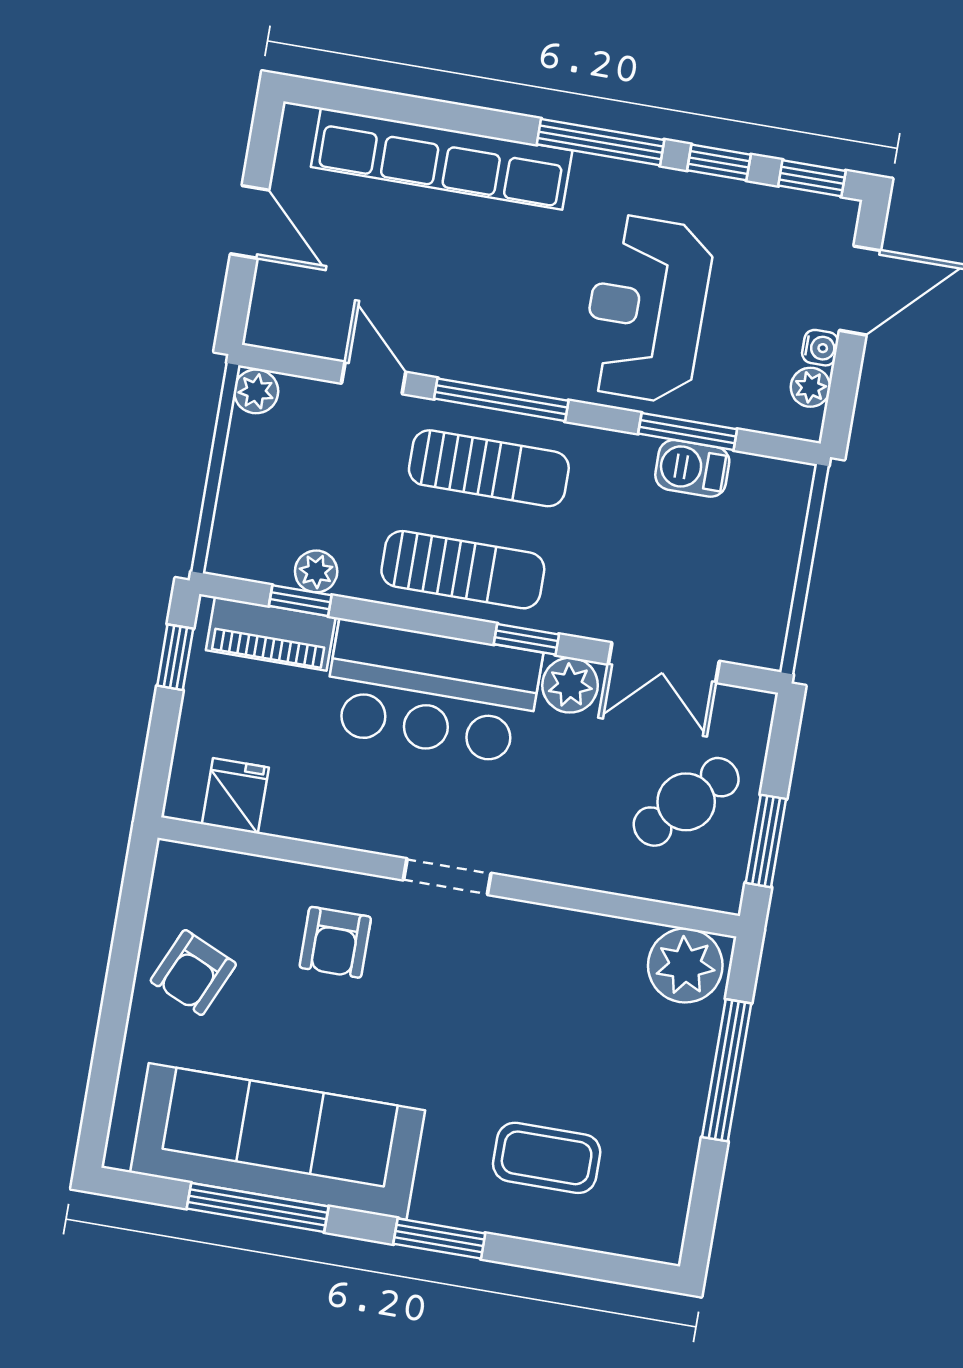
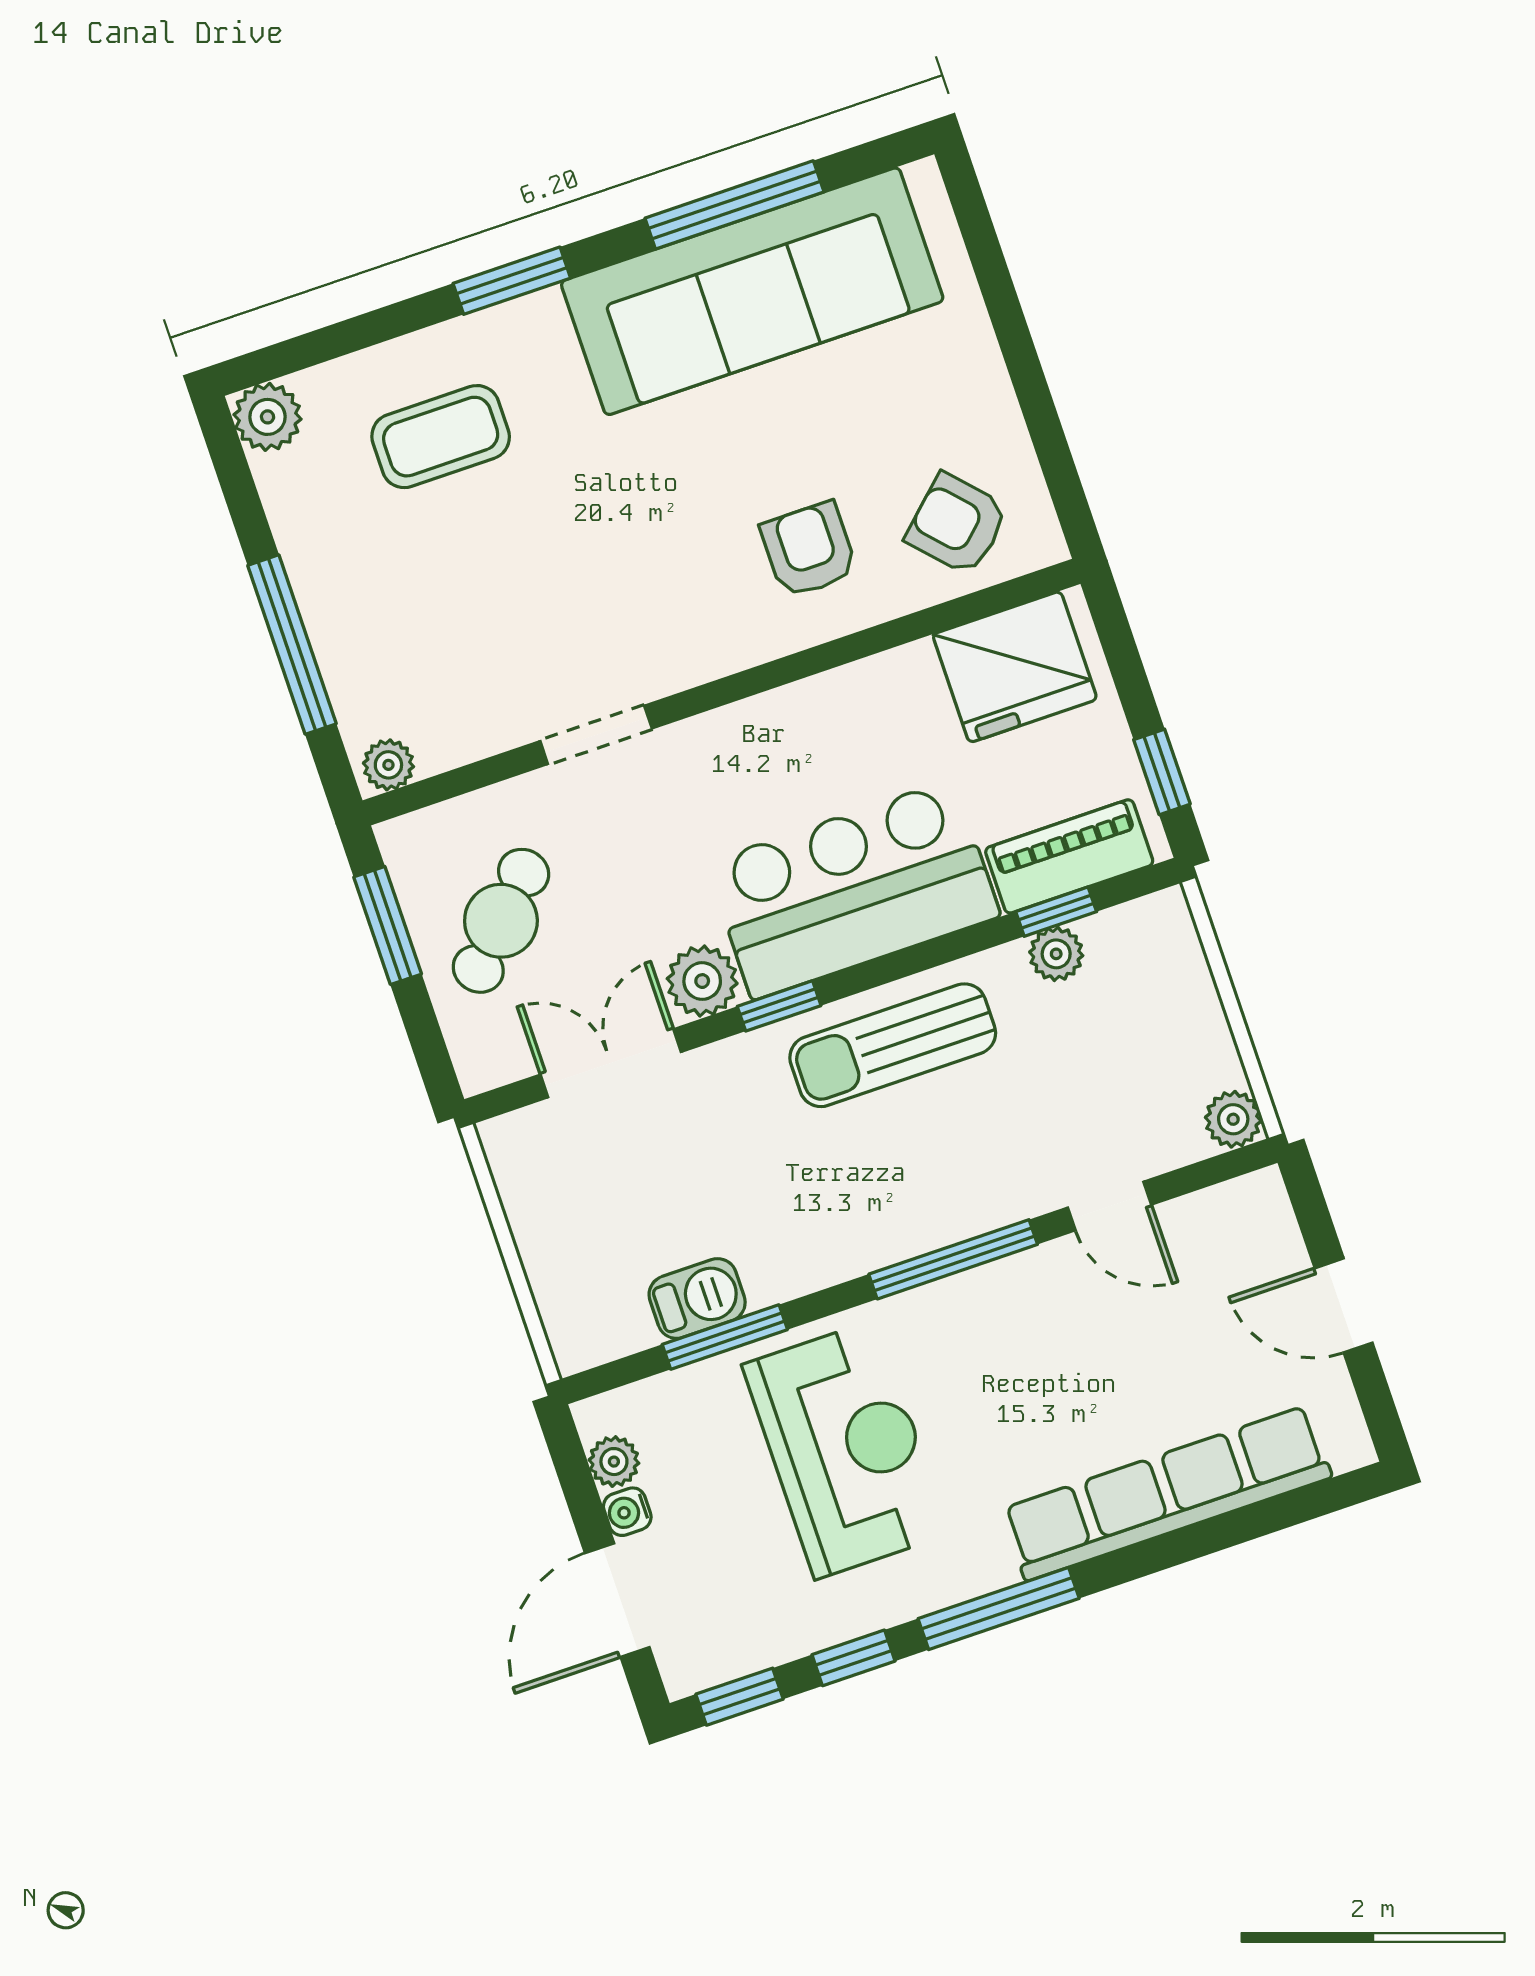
sun lounger: (489, 468) -> (925, 1175), removed
fridge: (235, 796) -> (1015, 667), width x1.88, depth x1.34
doorway: (447, 877) -> (596, 735), moved
plant: (685, 965) -> (388, 765), width x0.53, depth x0.53
armchair: (193, 973) -> (957, 524), moved, turned -67
plant: (658, 1236) -> (268, 417), added

